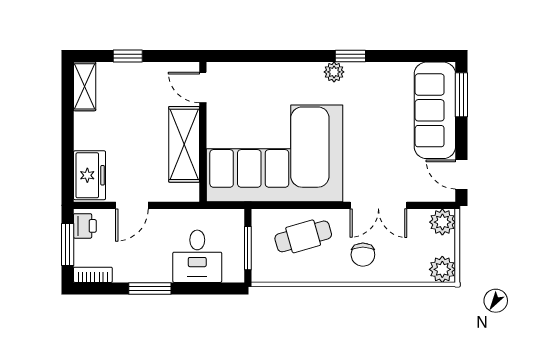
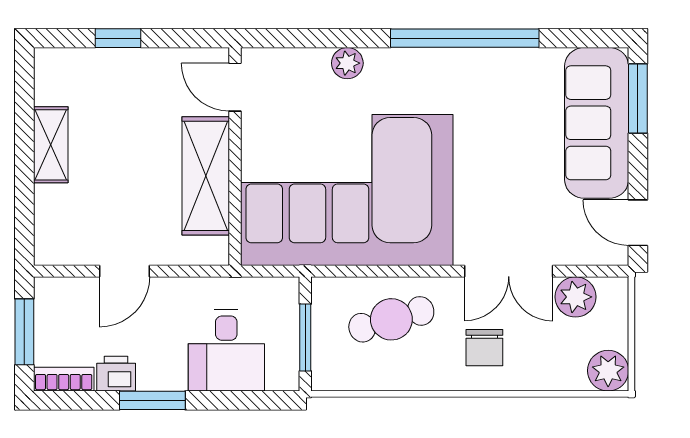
window: (350, 56) -> (465, 38), width x3.17
plant: (334, 72) -> (347, 63), moved
shelving: (85, 86) -> (51, 145), moved
freezer: (89, 175) -> (58, 224), removed
plant: (442, 222) -> (576, 297), moved
printer: (85, 226) -> (116, 374), moved, turned -90

